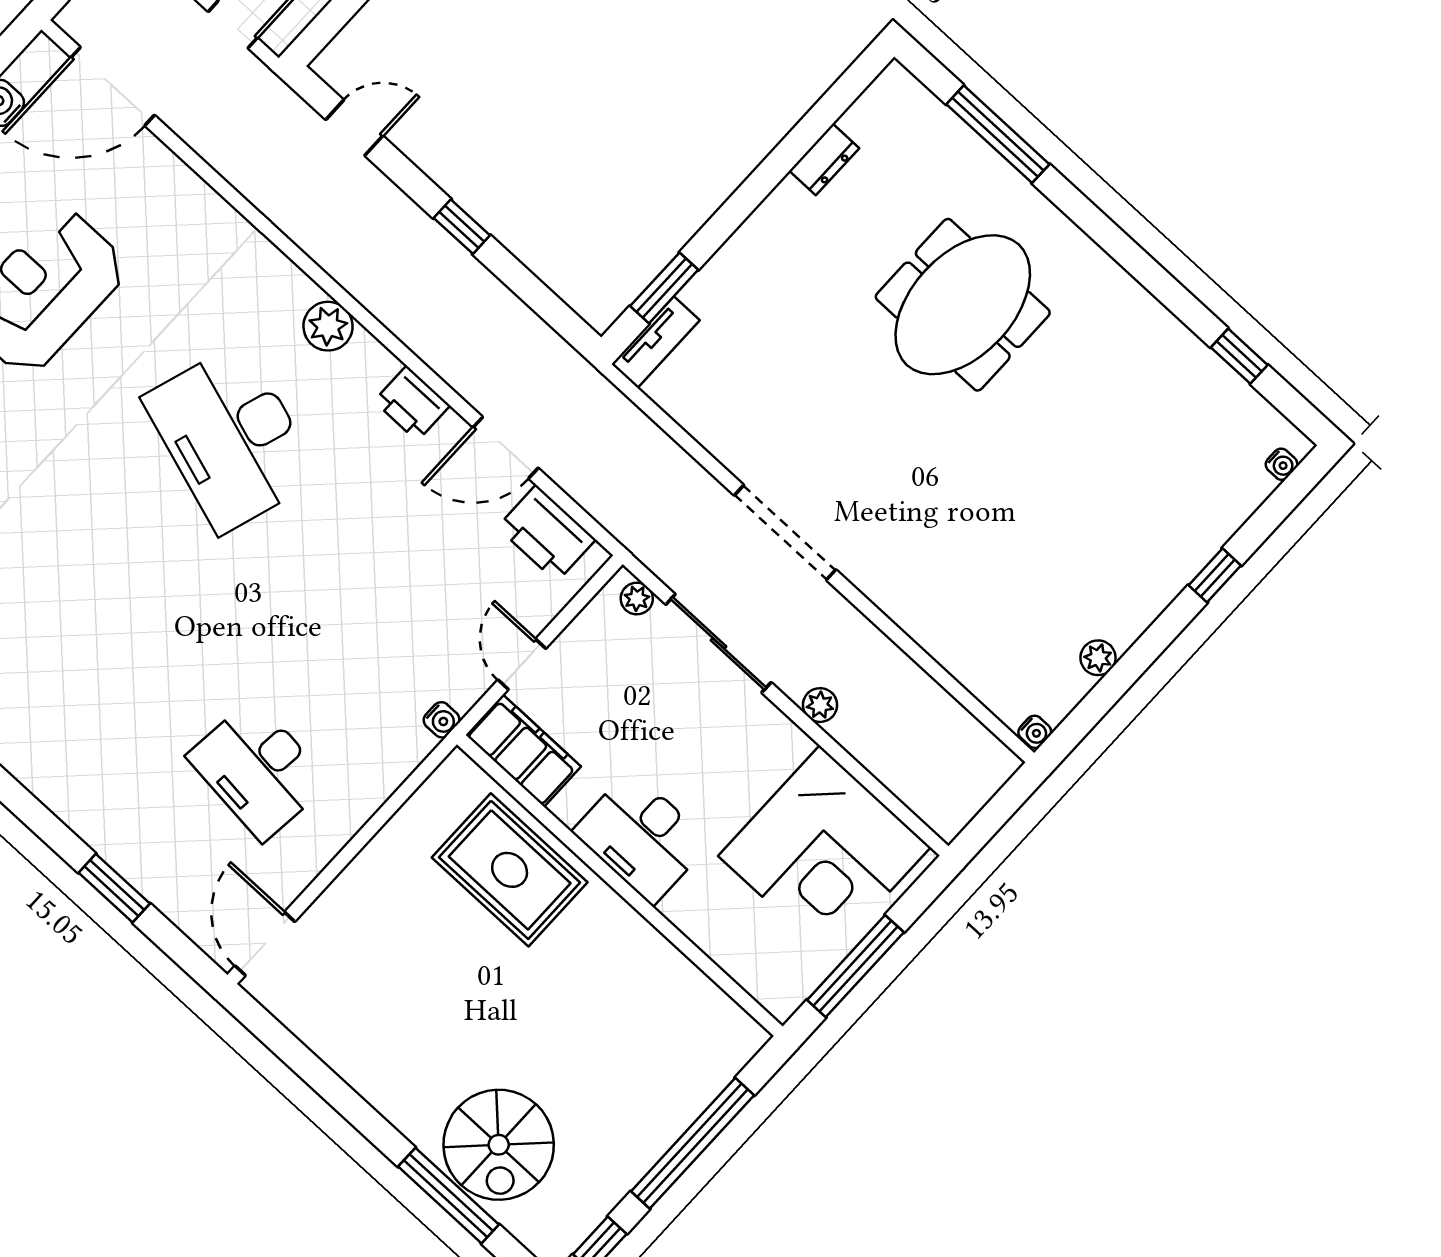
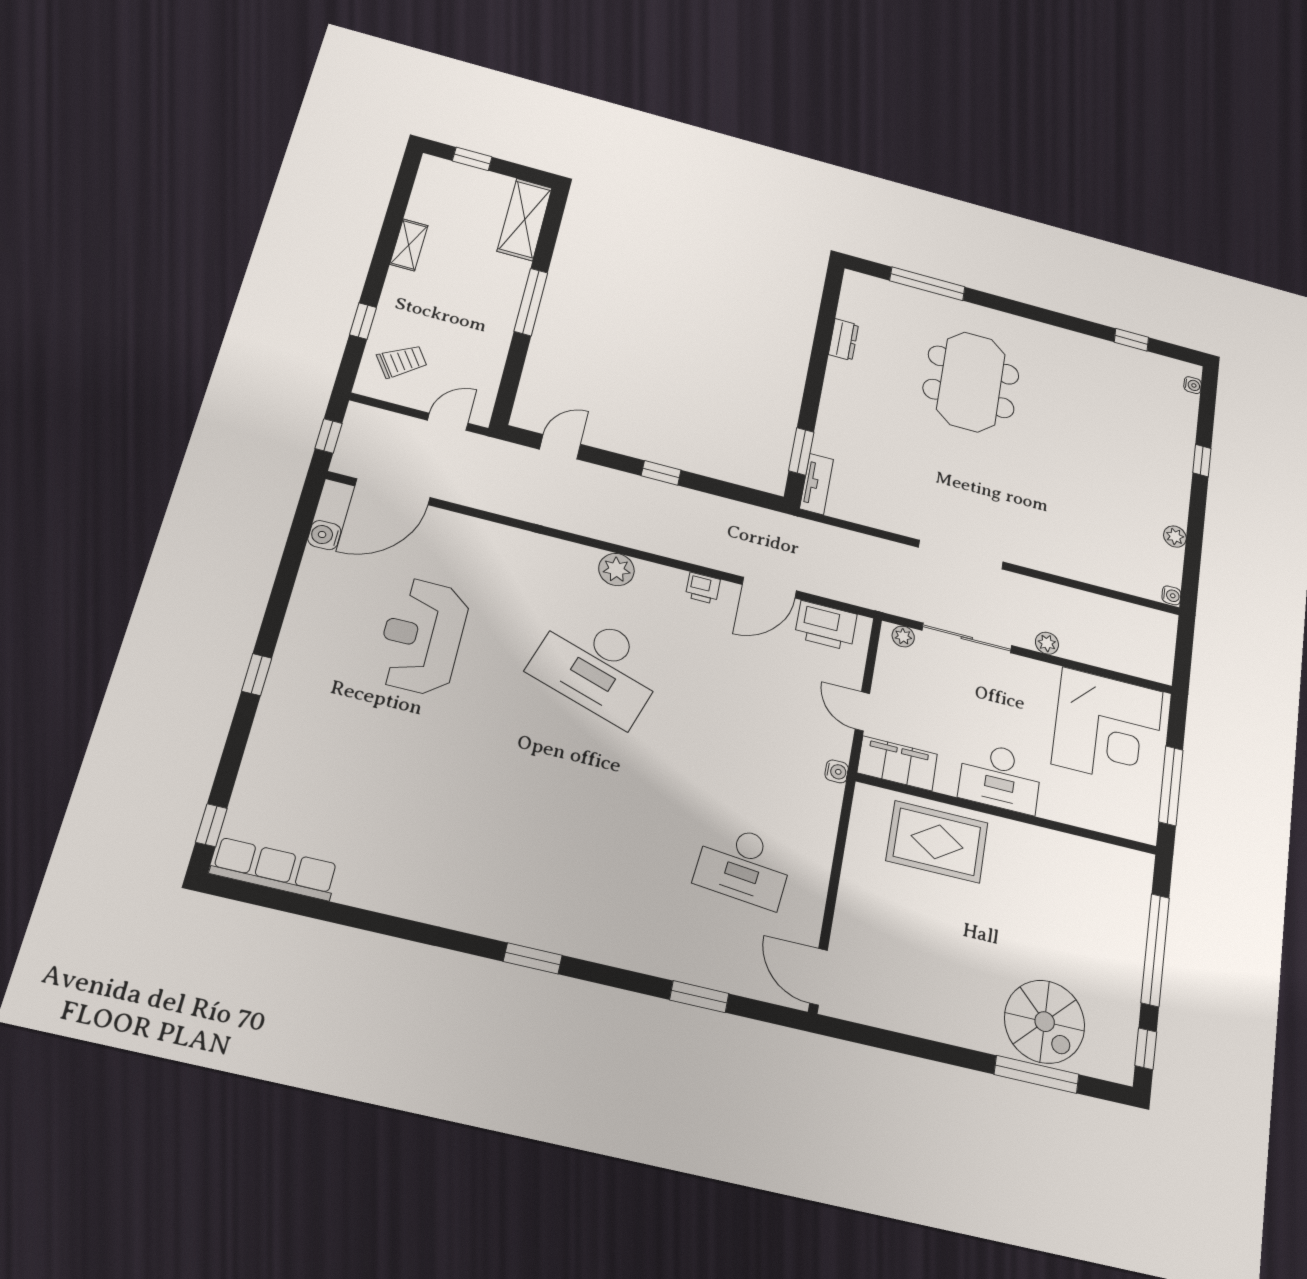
printer: (412, 403) -> (703, 588), width x0.73, depth x0.81

